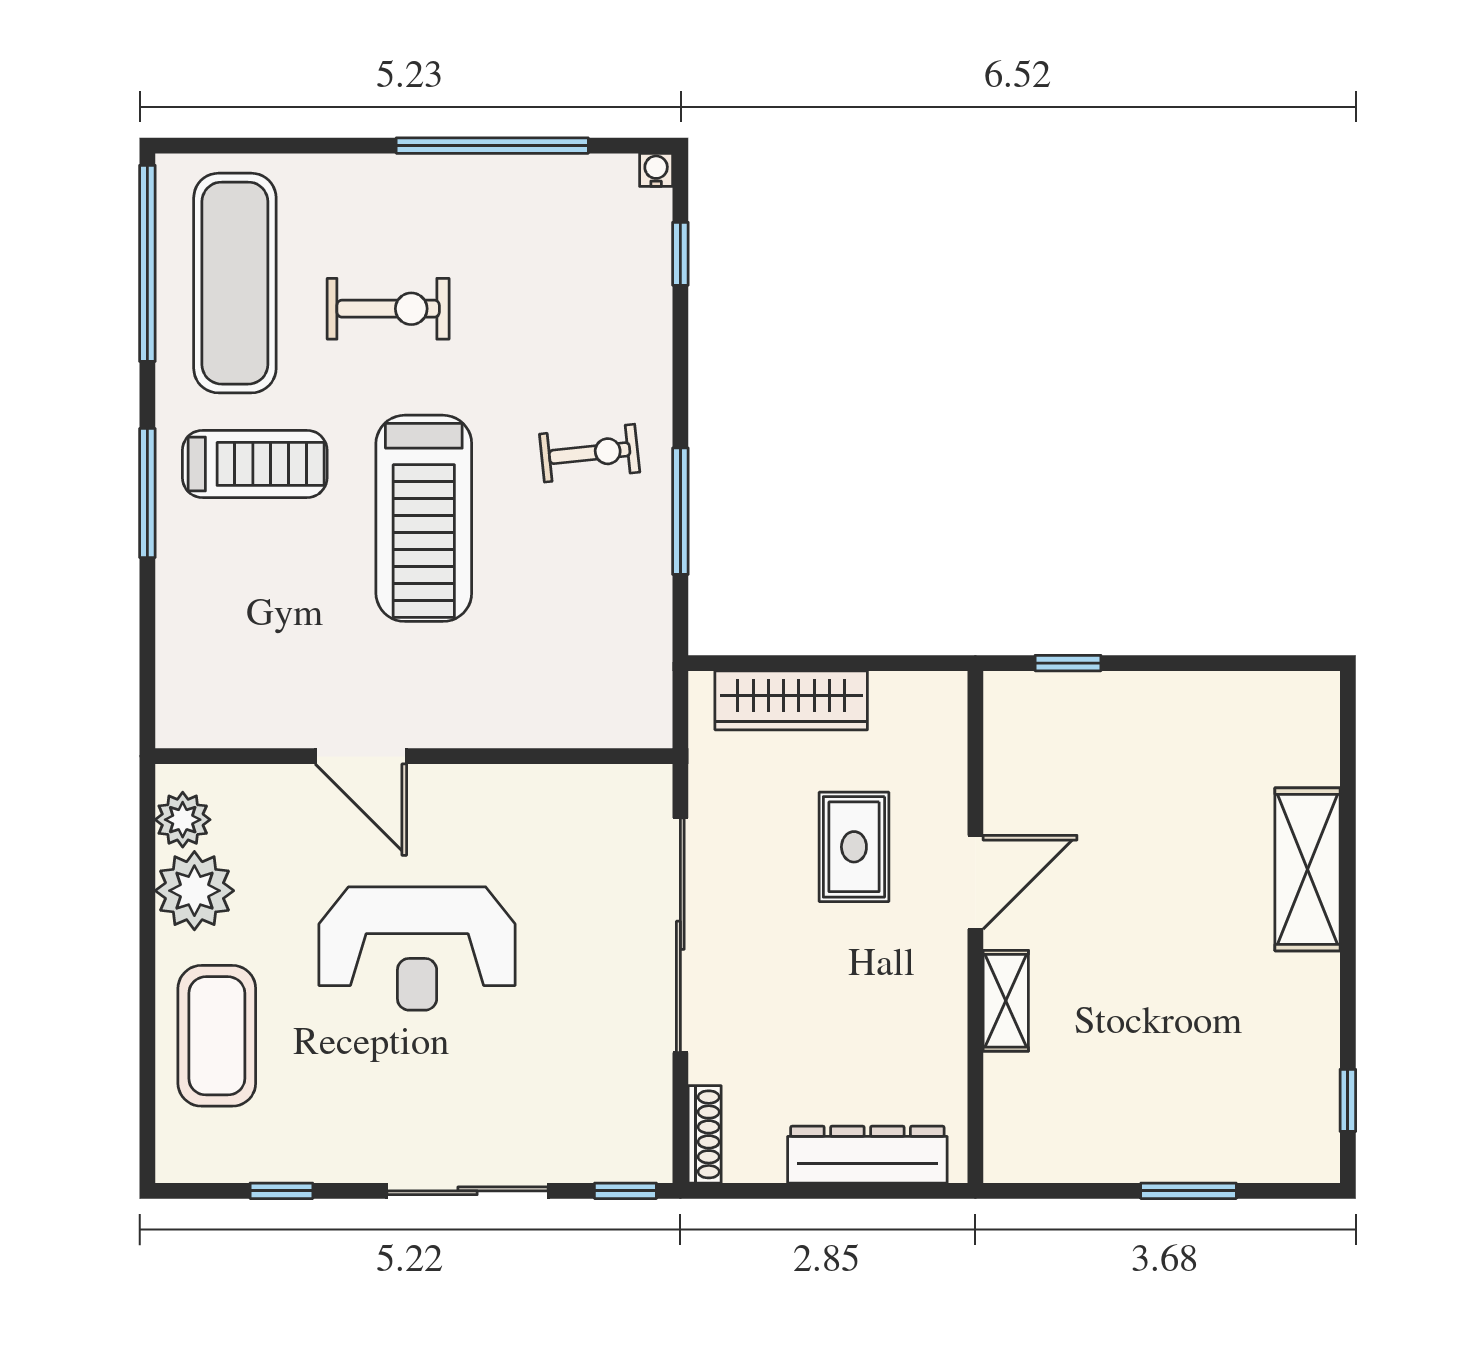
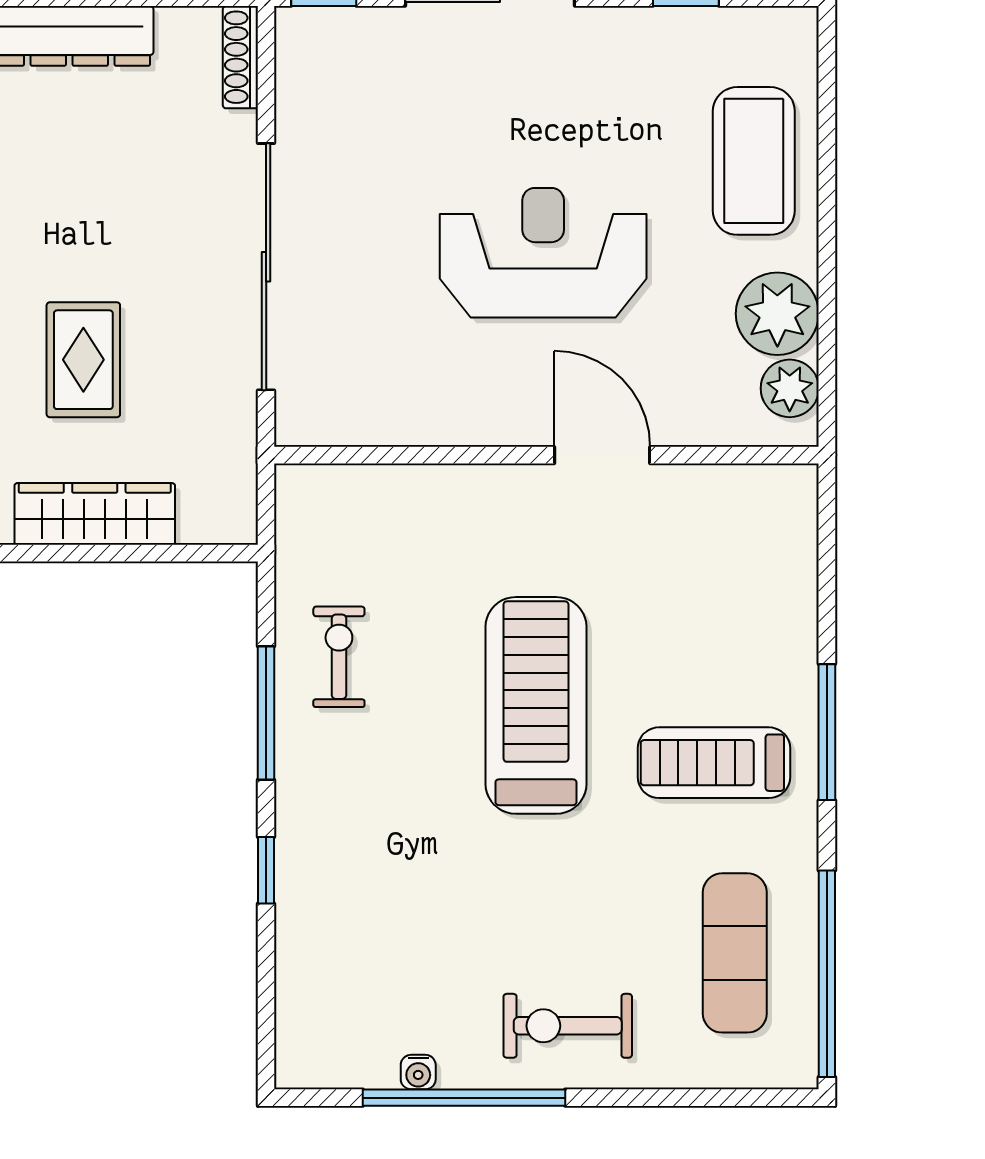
water cooler: (656, 170) -> (418, 1072), moved
window: (680, 254) -> (266, 870), moved
exercise mat: (235, 283) -> (735, 953), width x0.73, depth x0.69
exercise bike: (388, 309) -> (568, 1026), moved
exercise bike: (590, 453) -> (339, 657), moved, turned 96
wardrobe: (791, 700) -> (95, 514), moved

